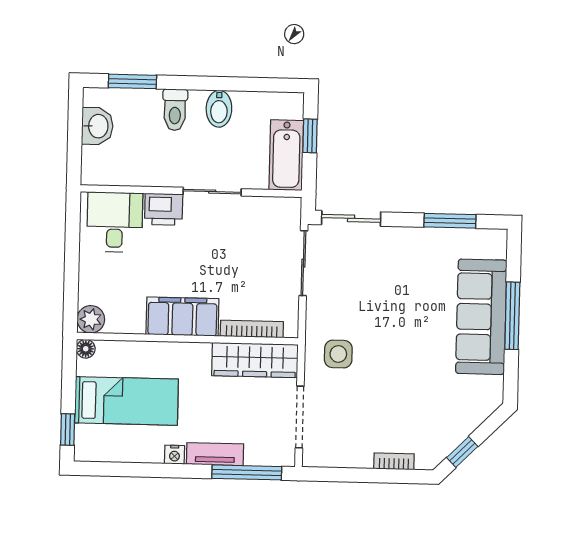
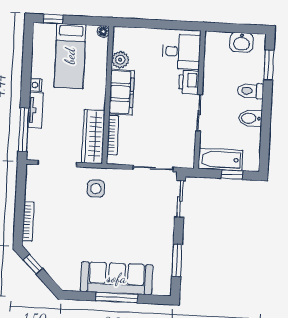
plant: (91, 319) -> (120, 60), moved
bookcase: (394, 461) -> (28, 222), width x1.56

